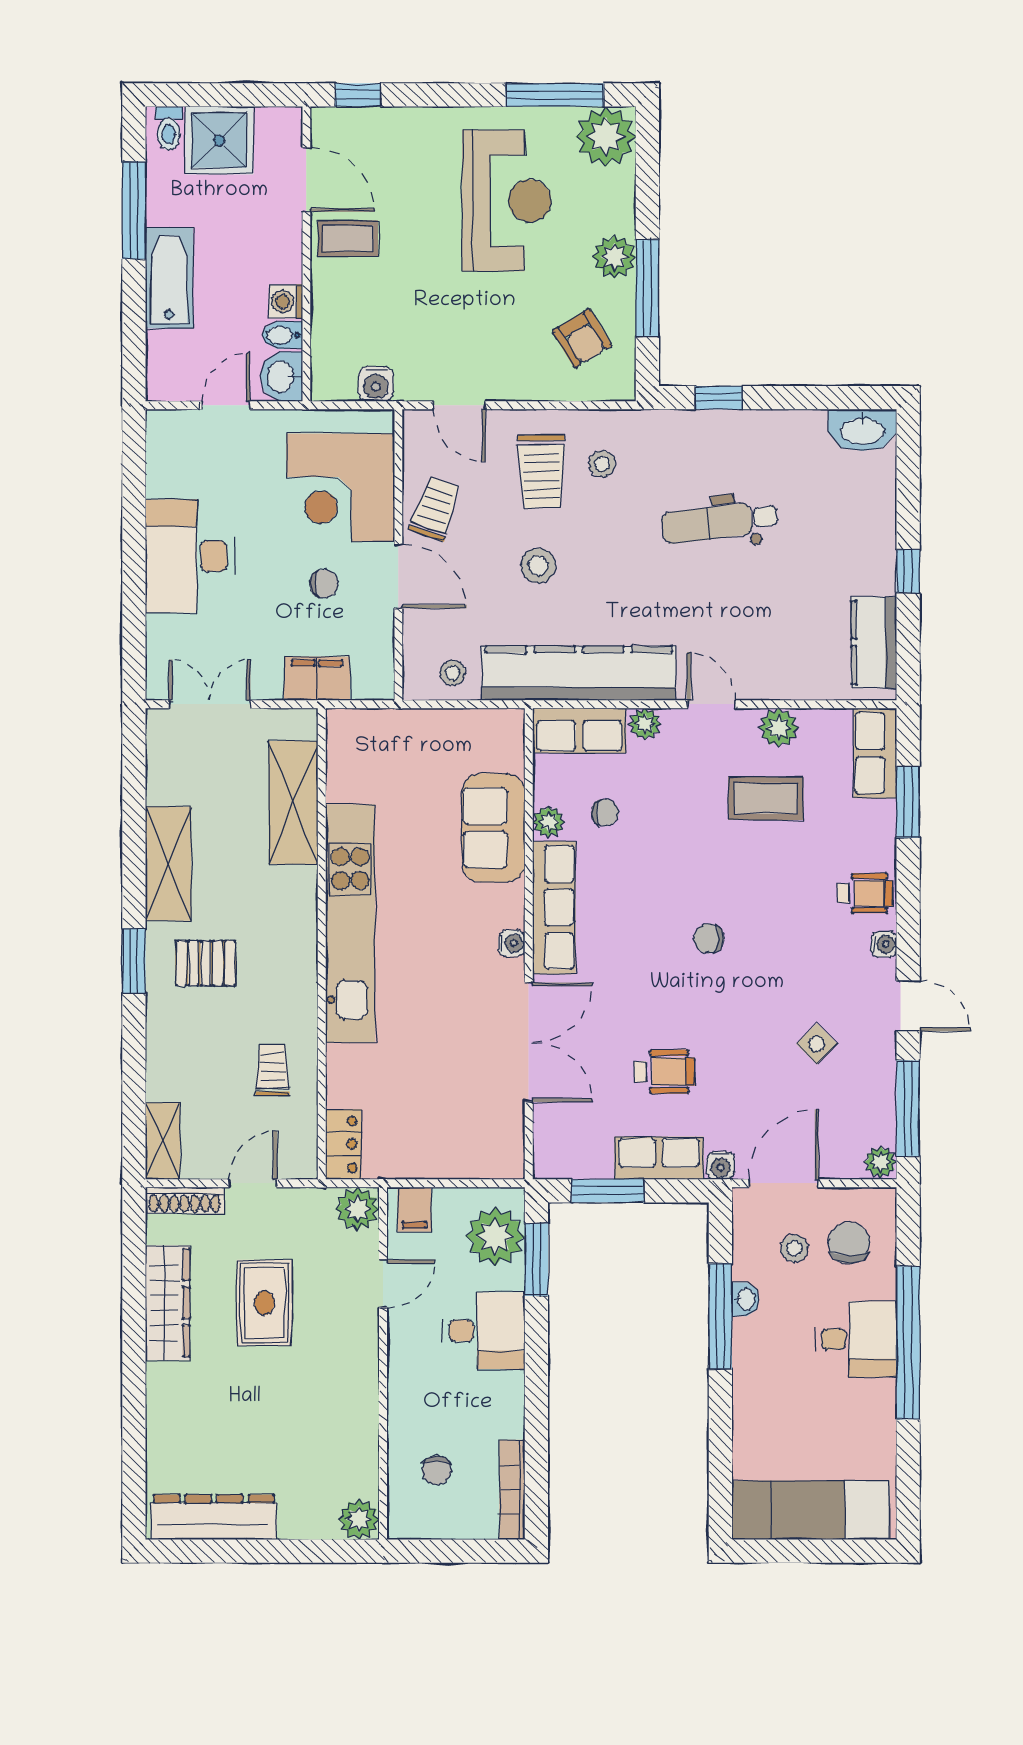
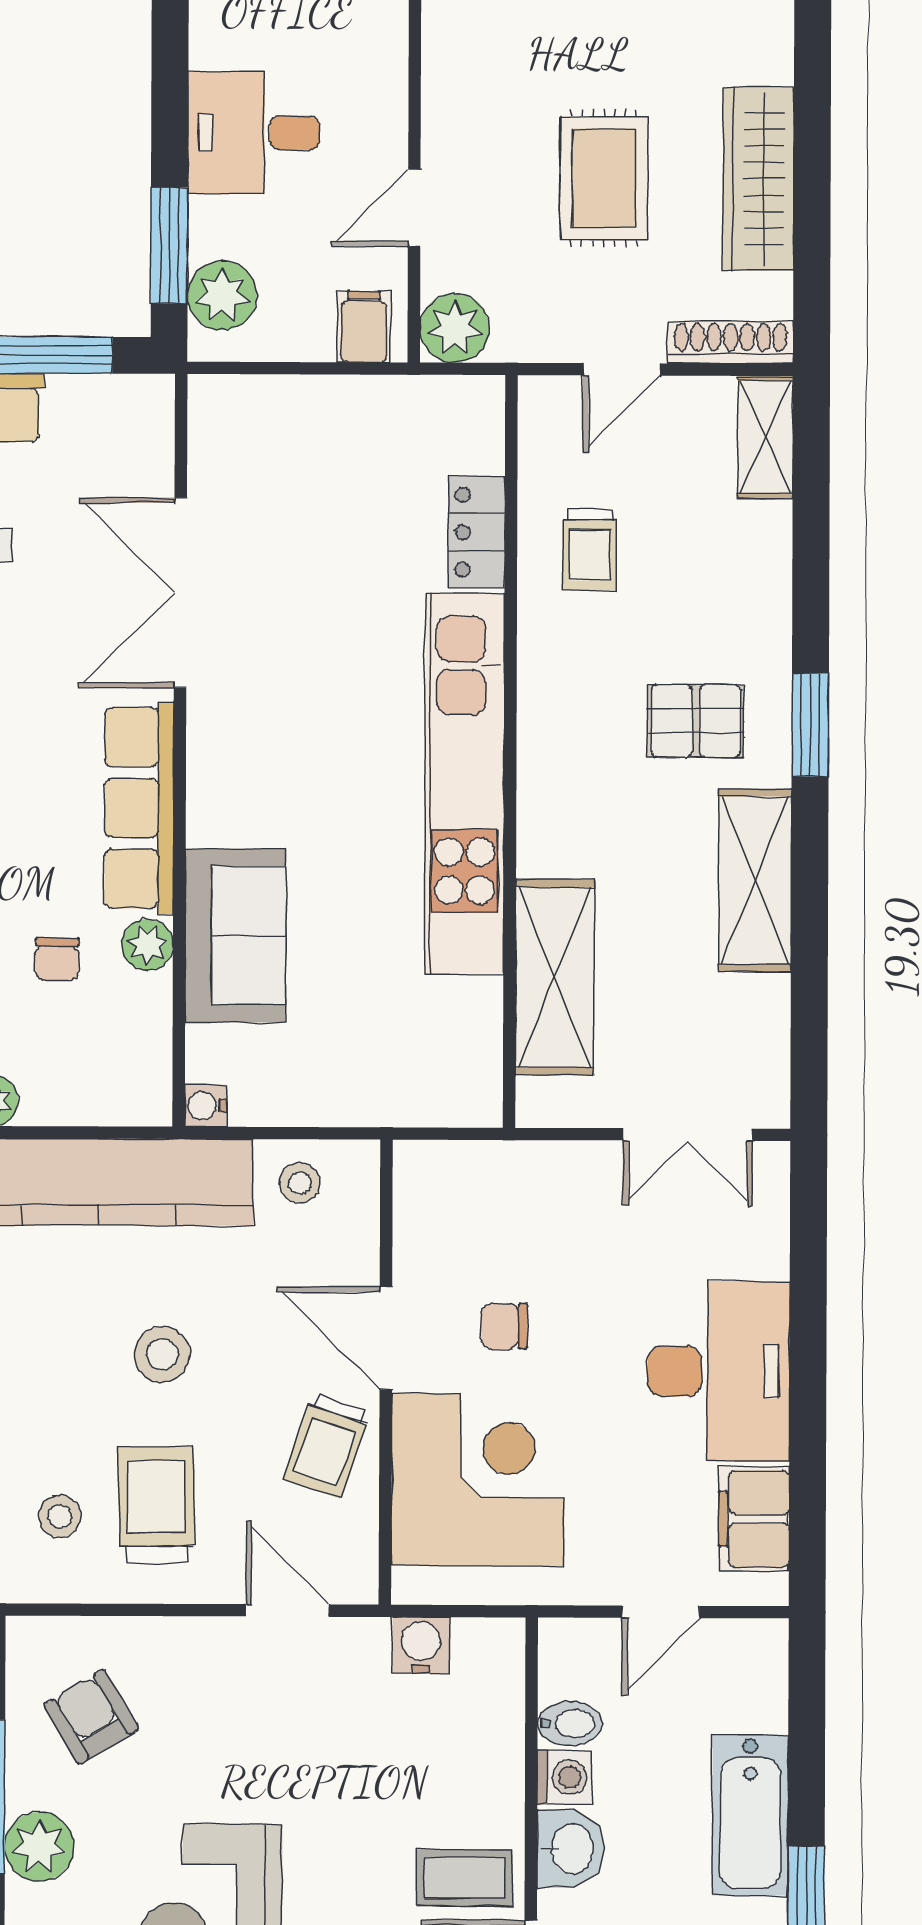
washbasin: (282, 377) -> (570, 1849), moved
filing cabinet: (317, 678) -> (754, 1519), moved, turned 90
row of seats: (579, 730) -> (98, 1091), removed
chair: (605, 813) -> (57, 959), turned -89
water cooler: (512, 943) -> (206, 1106), moved
locker: (343, 1144) -> (477, 532), moved
plant: (495, 1236) -> (222, 295), width x0.73, depth x0.73

